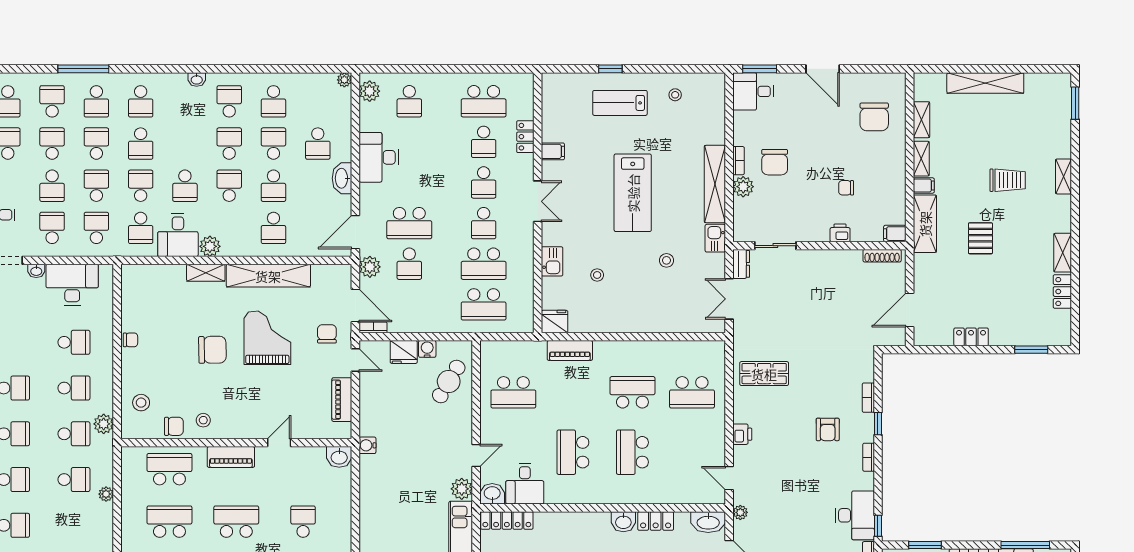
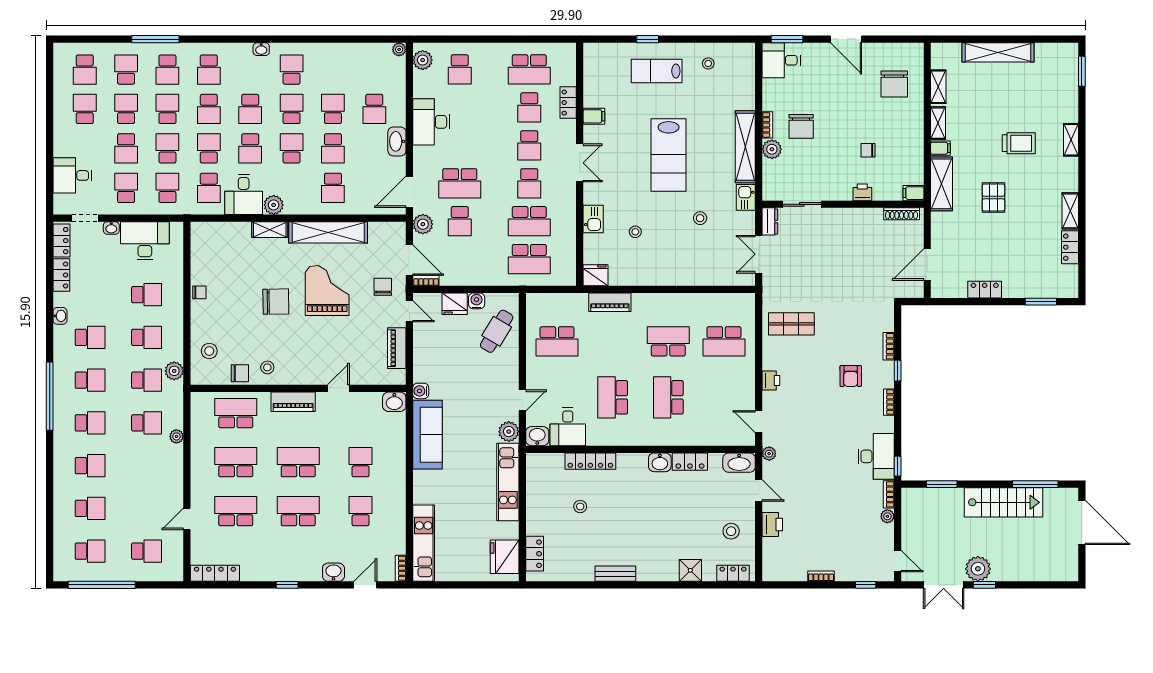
school desk: (273, 101) -> (250, 109), moved
sofa: (375, 492) -> (428, 435), added
locker: (507, 520) -> (590, 461), moved

